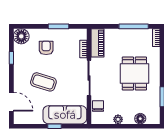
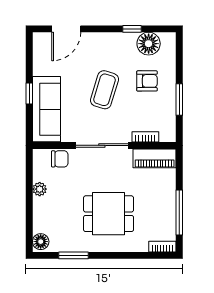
floor lamp: (21, 36) -> (149, 44), moved
coffee table: (43, 82) -> (104, 90), moved
floor lamp: (140, 119) -> (41, 242), moved

